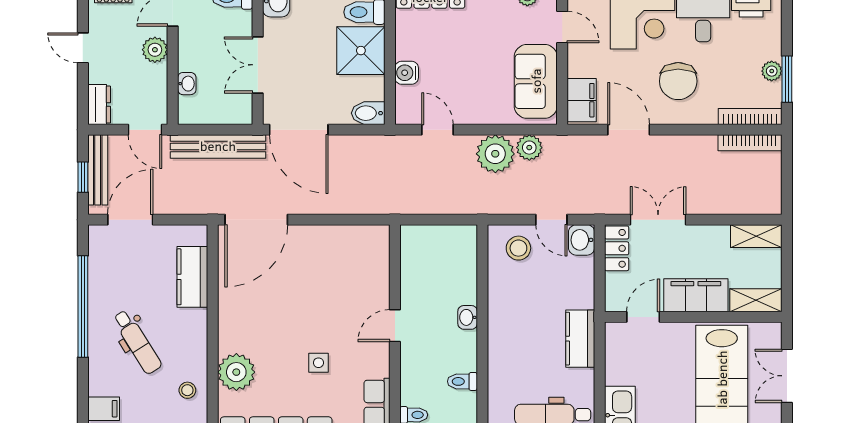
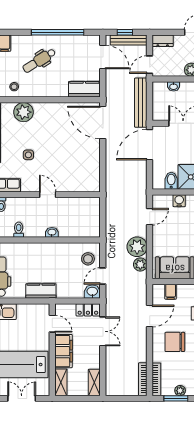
filing cabinet: (582, 100) -> (171, 292), width x0.50
bidet: (368, 113) -> (171, 181), moved
kitchen counter: (192, 277) -> (84, 89), moved

